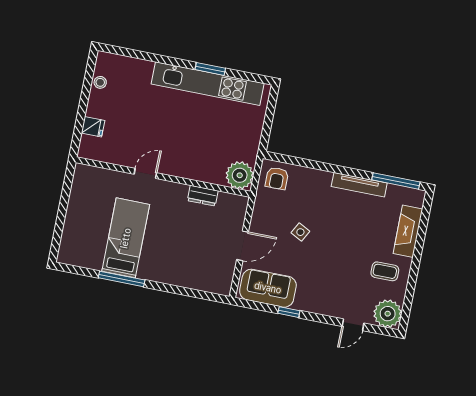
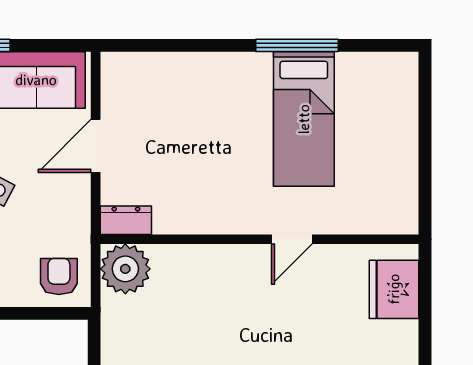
fridge: (93, 127) -> (394, 289), width x1.88, depth x1.34
dresser: (203, 196) -> (126, 220), moved

